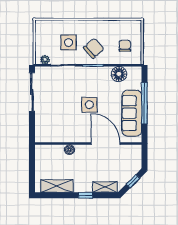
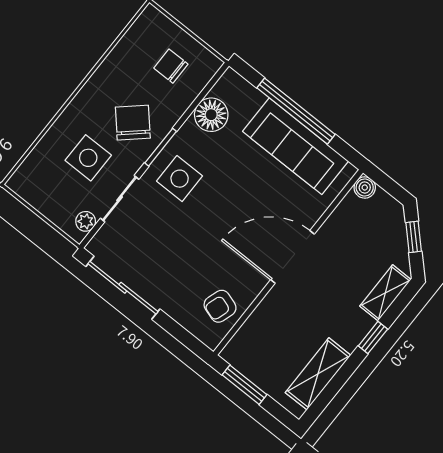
side table: (89, 105) -> (180, 179), moved
armchair: (53, 132) -> (220, 306), added
door: (106, 144) -> (292, 257), moved
boiler: (70, 150) -> (365, 187), moved
window: (32, 163) -> (245, 385), added

